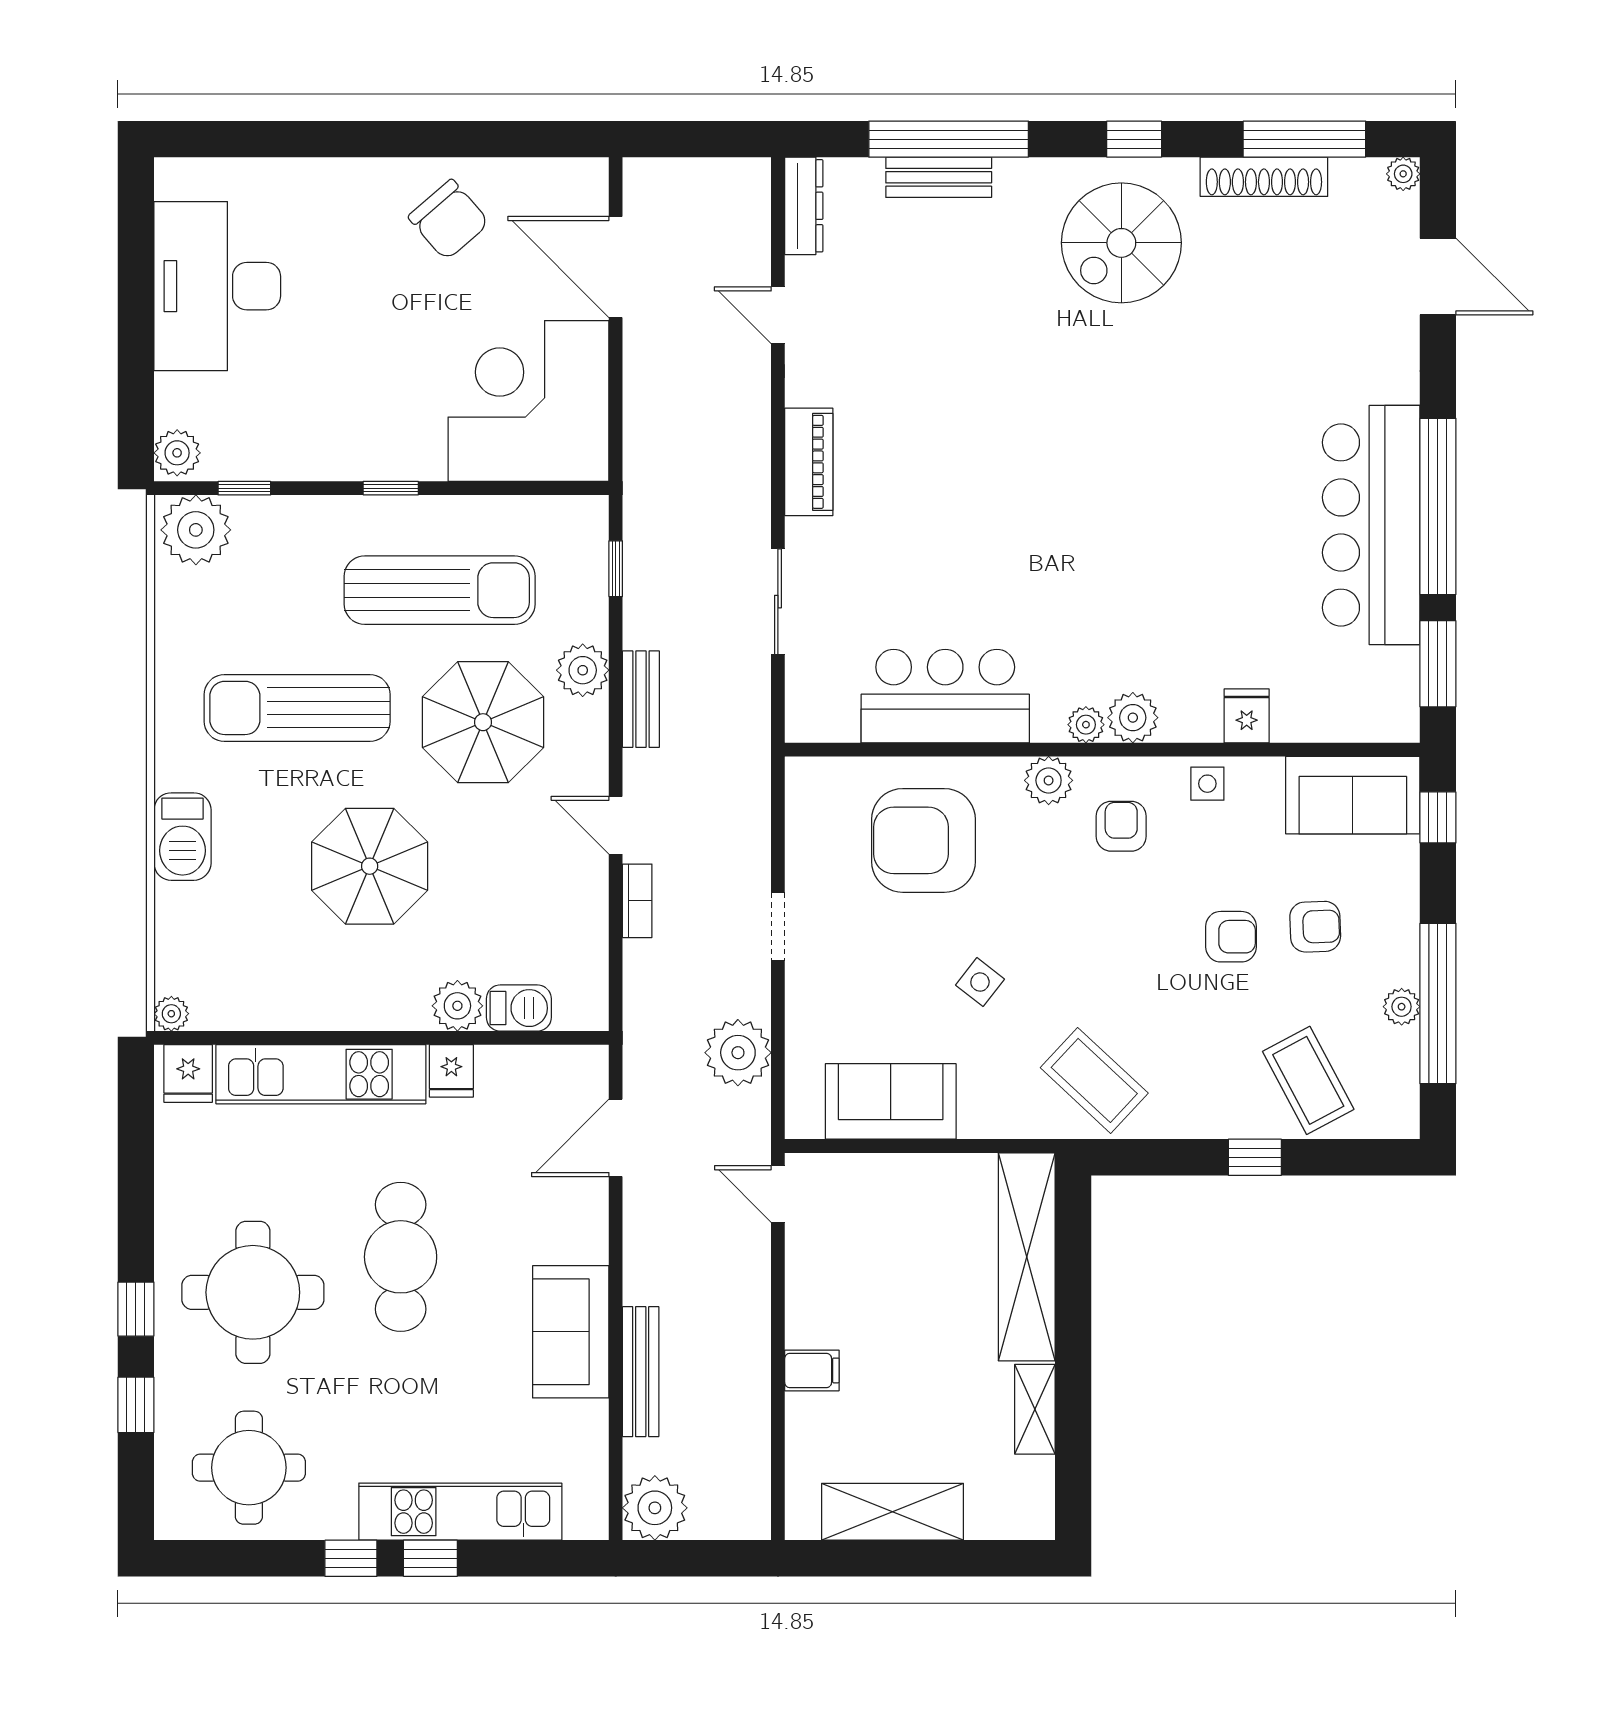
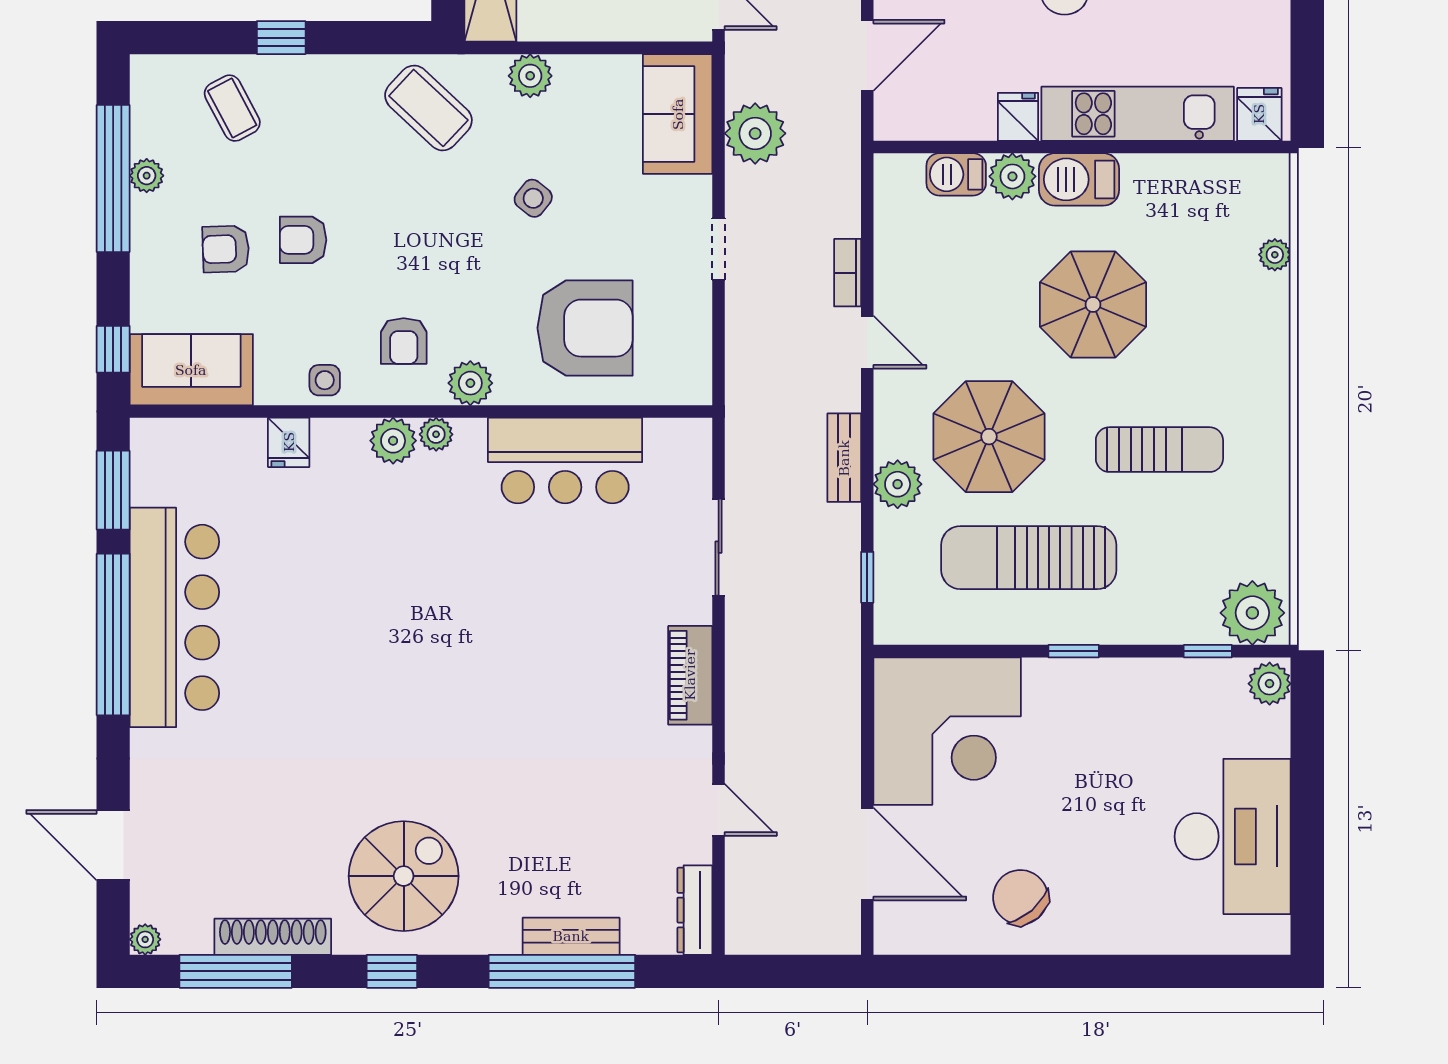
sun lounger: (297, 708) -> (1159, 450), width x0.73, depth x0.75
barbecue: (182, 837) -> (1079, 179), moved, turned -90
plant: (171, 1014) -> (1275, 255), moved
coffee table: (1308, 1080) -> (232, 108), width x0.73, depth x0.77
sofa: (891, 1101) -> (678, 114), moved, turned 90
plant: (983, 1116) -> (530, 76), added

